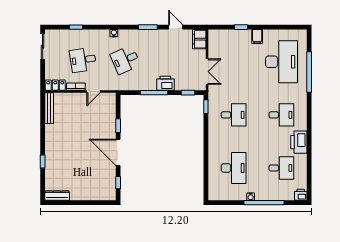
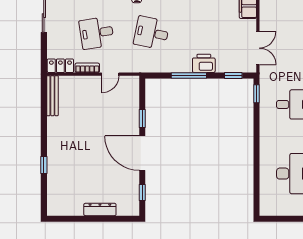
desk: (125, 60) -> (152, 33), turned 36
dresser: (57, 196) -> (100, 209), moved

